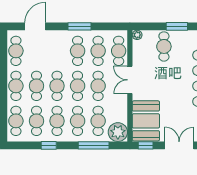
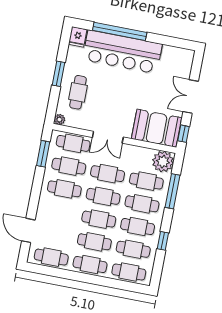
window: (79, 26) -> (43, 154), moved
cafe table: (164, 46) -> (78, 92), turned 90

